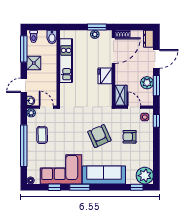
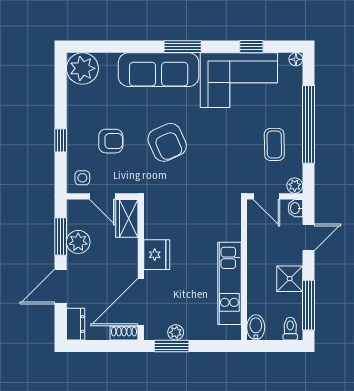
window: (156, 121) -> (61, 140), moved
window: (80, 187) -> (183, 47), moved
window: (137, 187) -> (97, 47), removed

